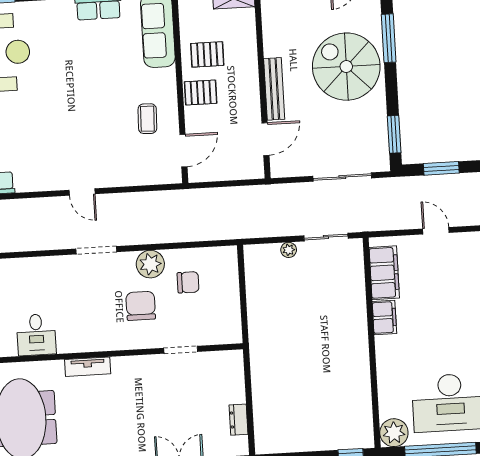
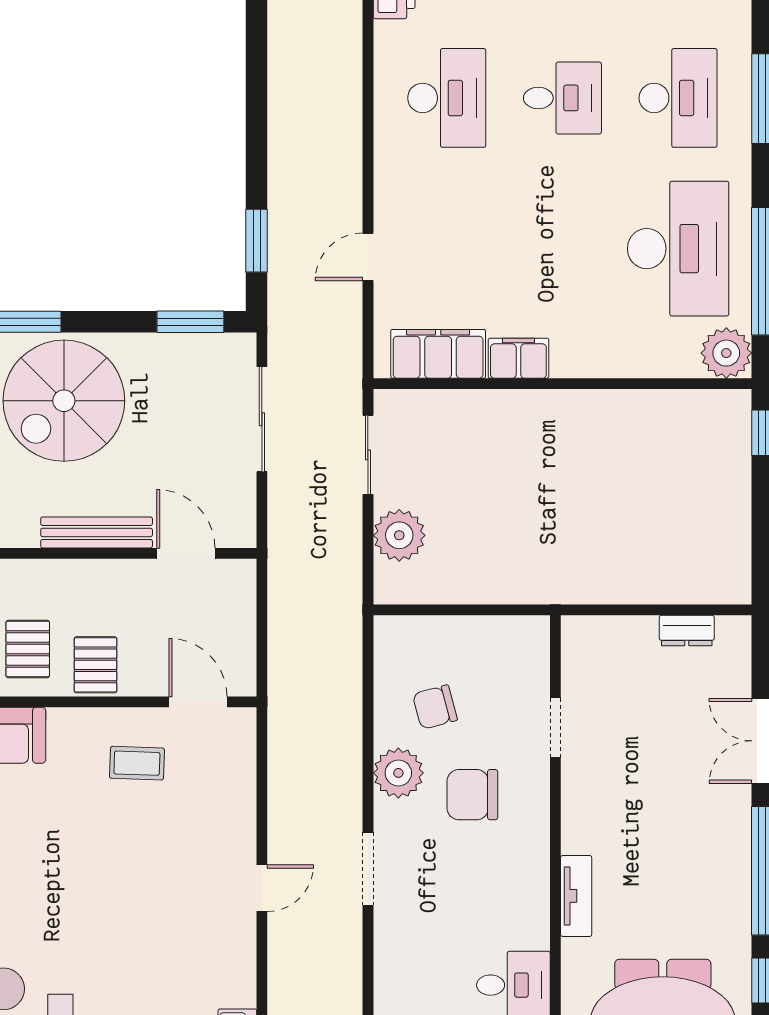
plant: (289, 250) -> (399, 535), width x1.88, depth x1.88
chair: (188, 282) -> (435, 707), turned -105

